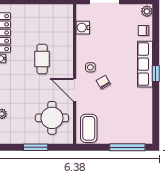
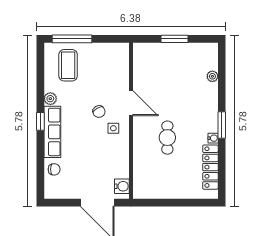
plant: (147, 11) -> (50, 99), moved
water cooler: (83, 28) -> (122, 186), moved
round table: (52, 118) -> (156, 72), removed
coffee table: (89, 128) -> (68, 65), moved

